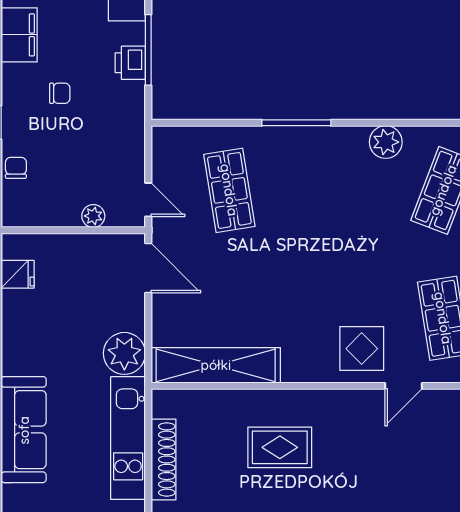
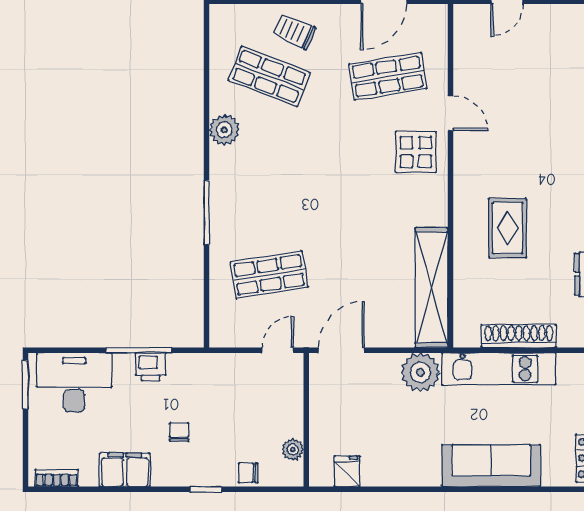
plant: (93, 216) -> (293, 449), moved

